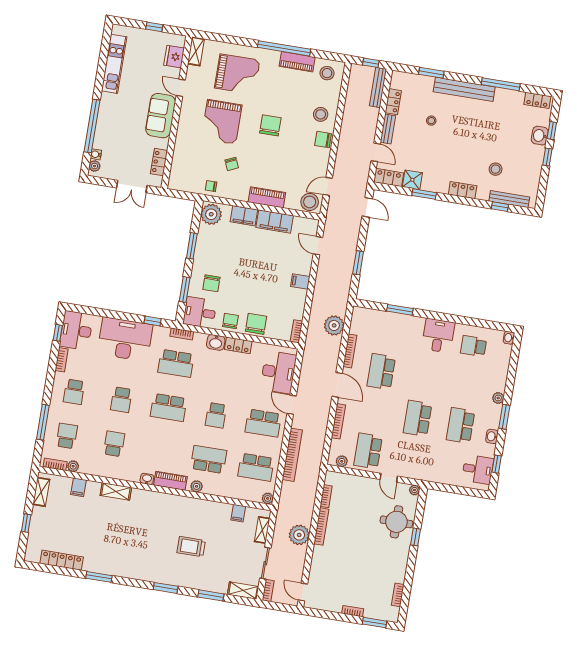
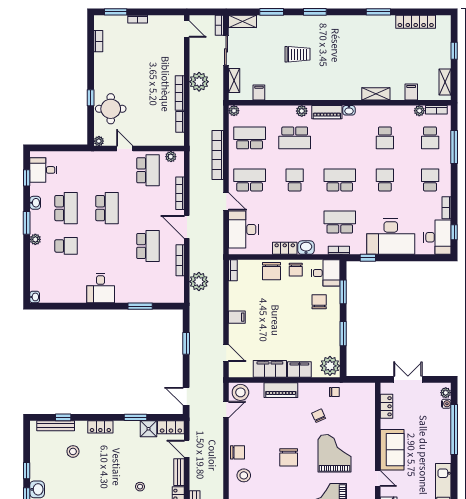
school desk: (474, 346) -> (66, 246), moved

